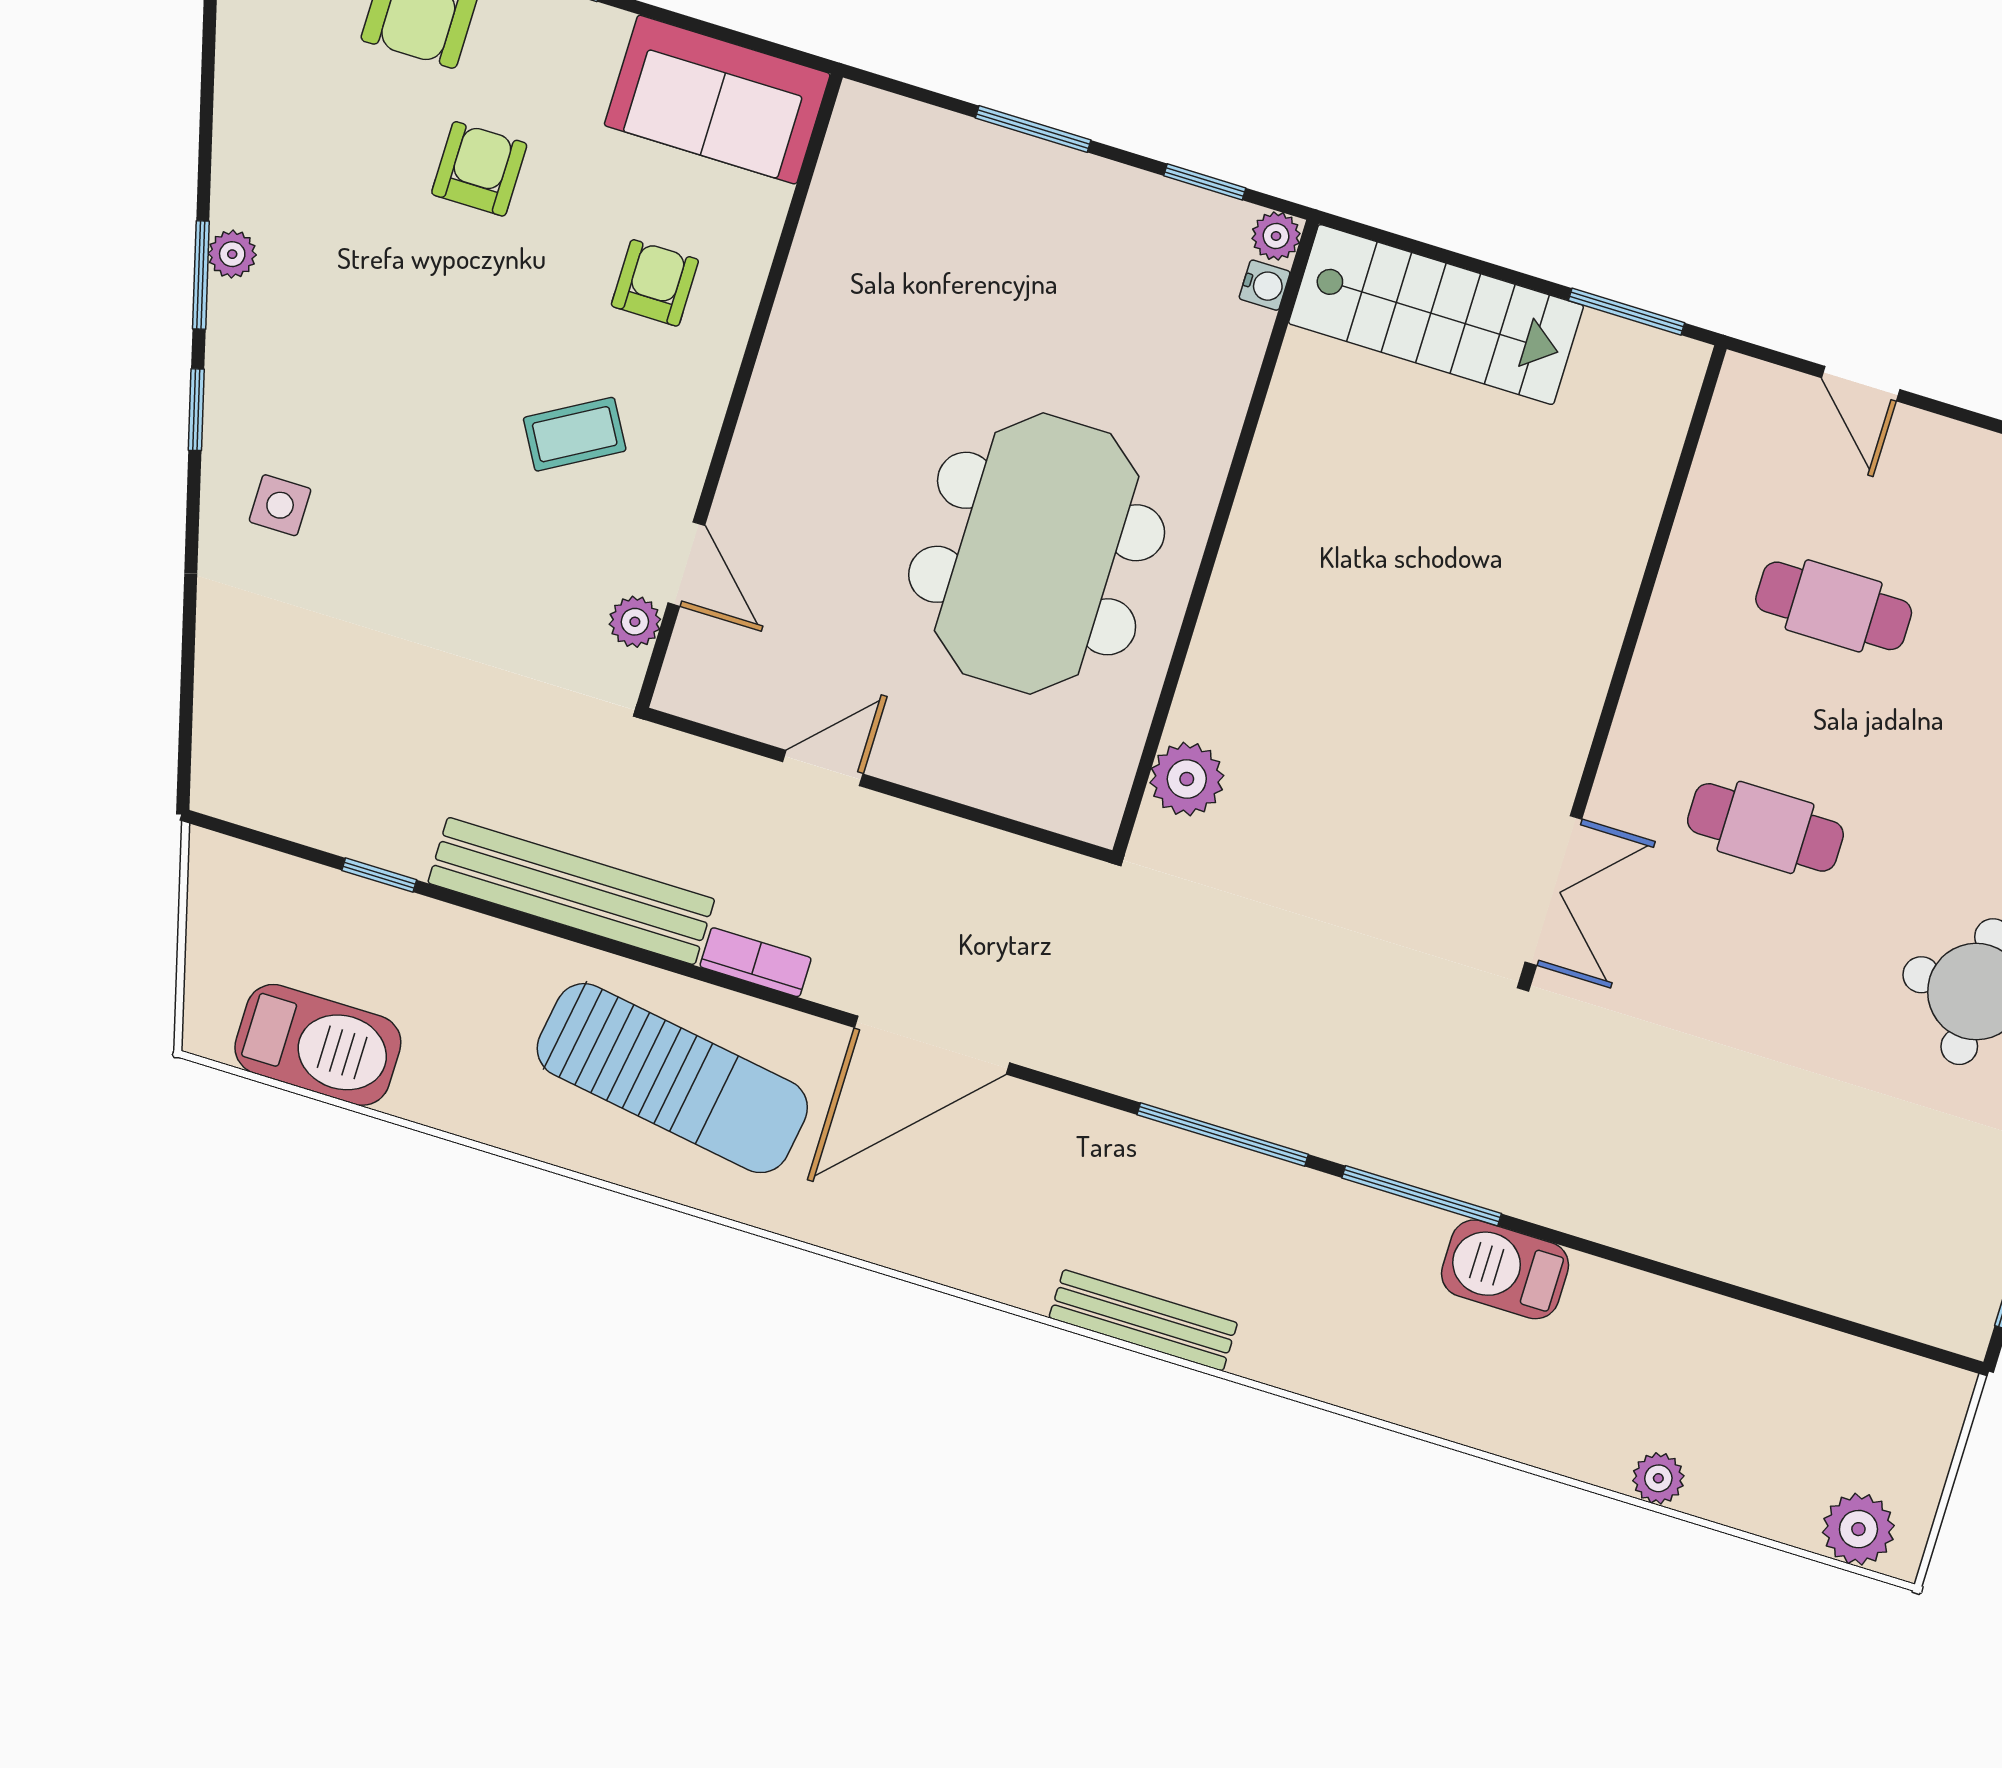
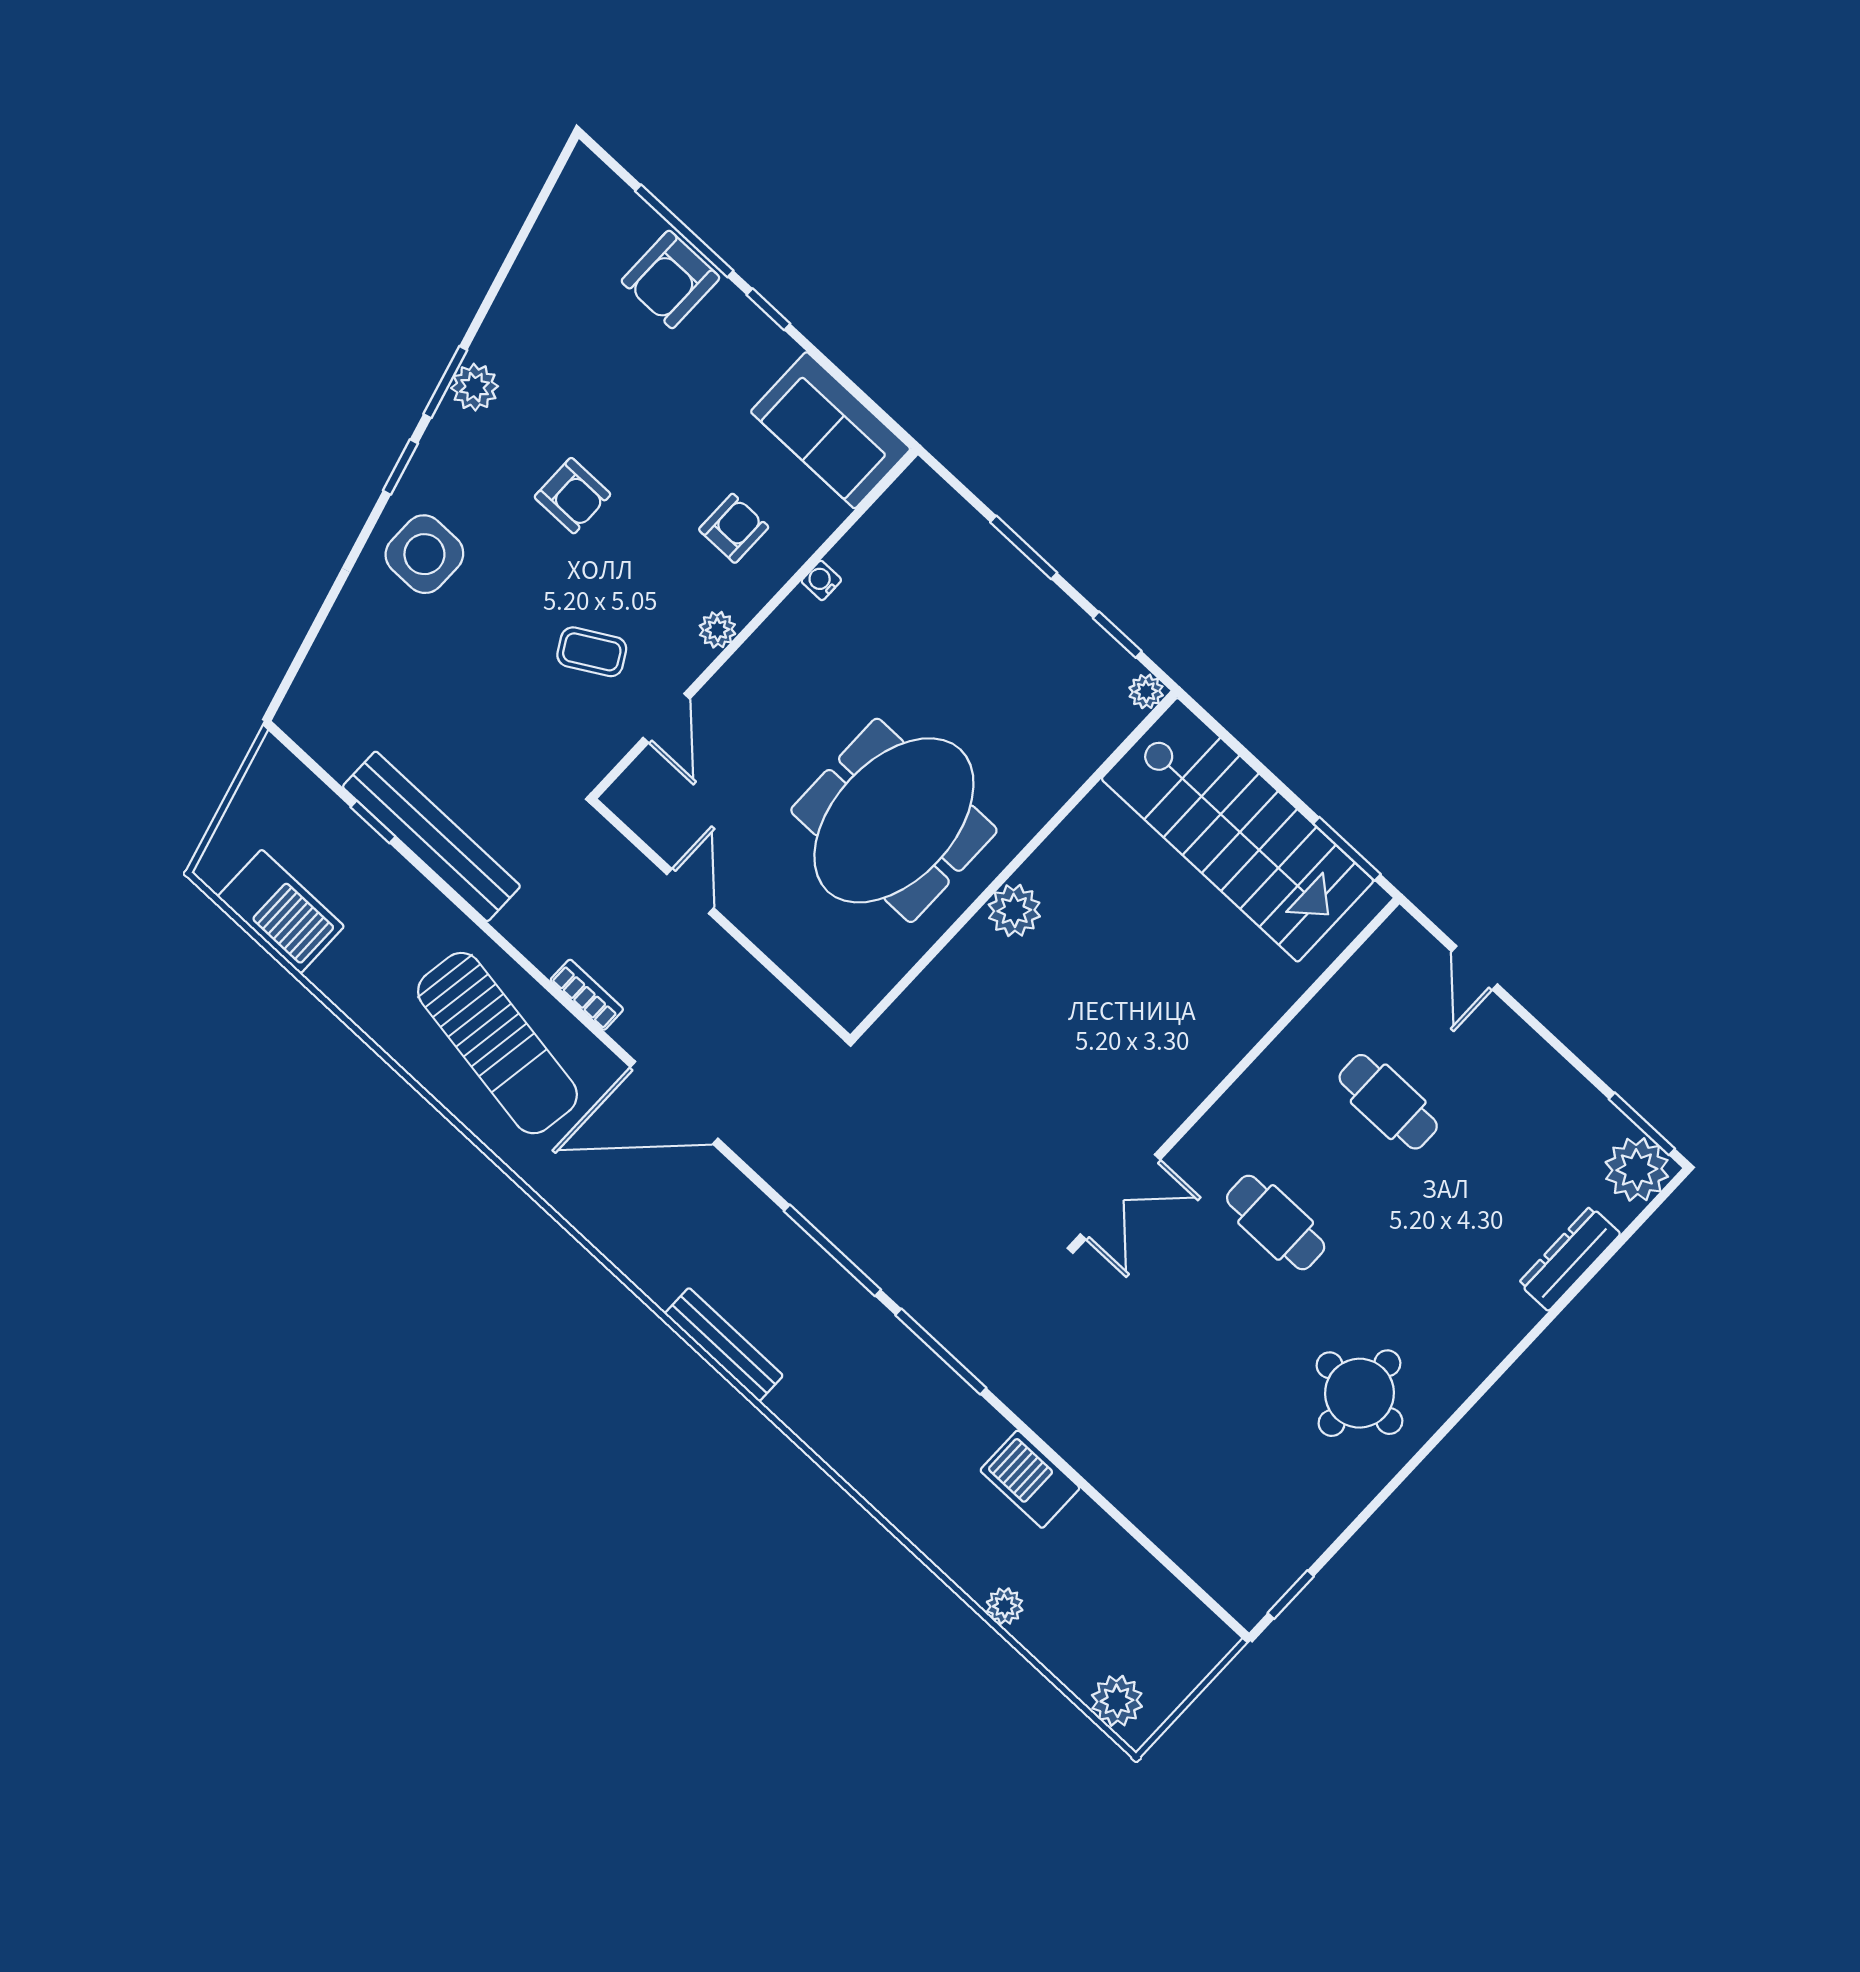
armchair: (479, 169) -> (572, 496), moved, turned 90
plant: (232, 254) -> (475, 387), width x1.38, depth x1.38
water cooler: (1265, 285) -> (821, 580), moved, turned 180
stairs: (1436, 315) -> (1238, 830), width x1.36, depth x1.51
coffee table: (575, 434) -> (592, 652), moved
side table: (280, 505) -> (424, 554), width x1.87, depth x1.87
plant: (635, 622) -> (717, 630), moved
door: (823, 768) -> (690, 891), hinge flipped
plant: (1187, 779) -> (1014, 910), moved
bench: (571, 891) -> (431, 836), moved
barbecue: (1505, 1269) -> (1030, 1479), moved

